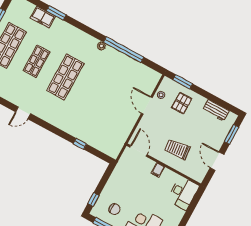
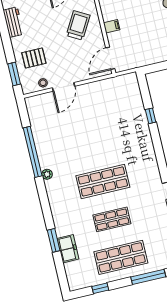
trolley: (177, 149) -> (78, 25), turned -144

